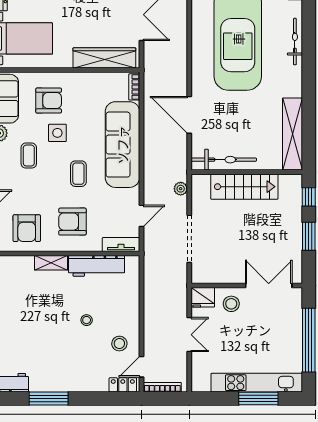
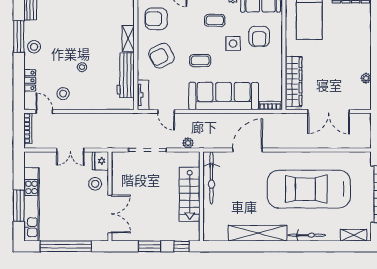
shelving: (292, 134) -> (258, 233), moved
armchair: (72, 222) -> (161, 56), turned -117
stool: (61, 380) -> (34, 47), added
locker: (123, 385) -> (30, 80), moved

